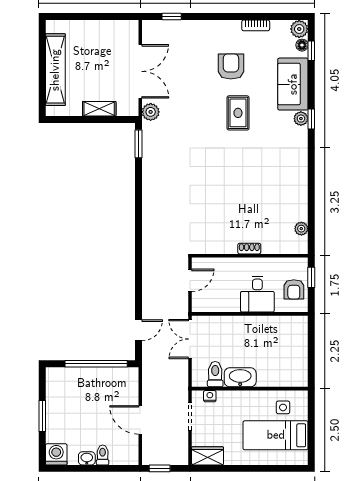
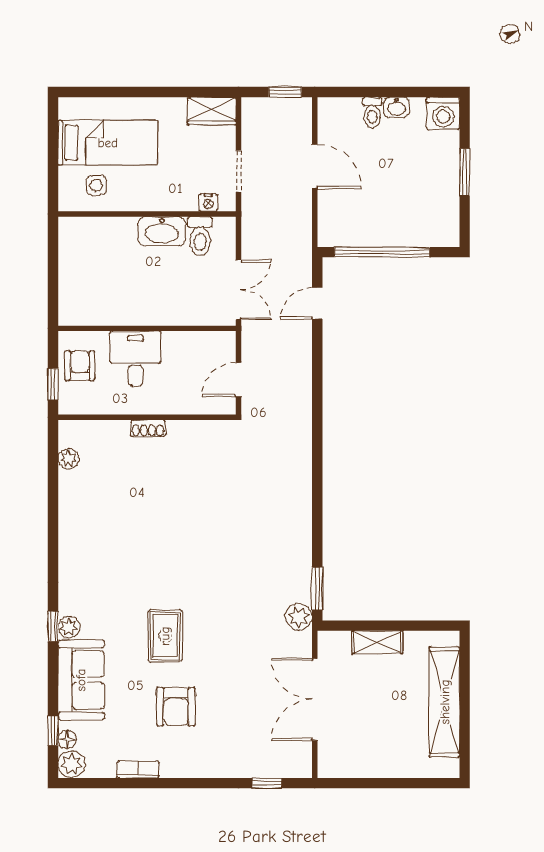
plant: (151, 112) -> (299, 617), moved

